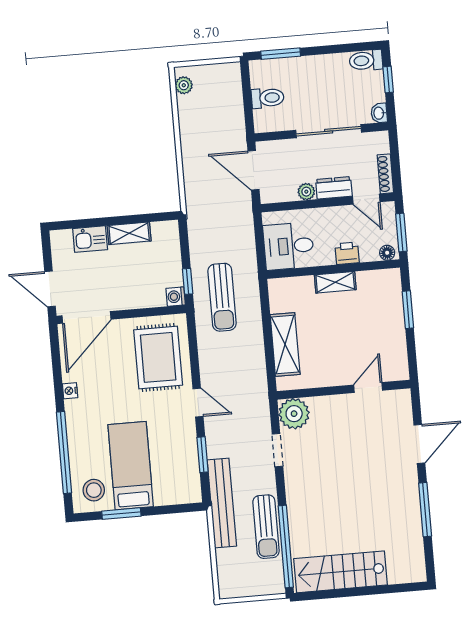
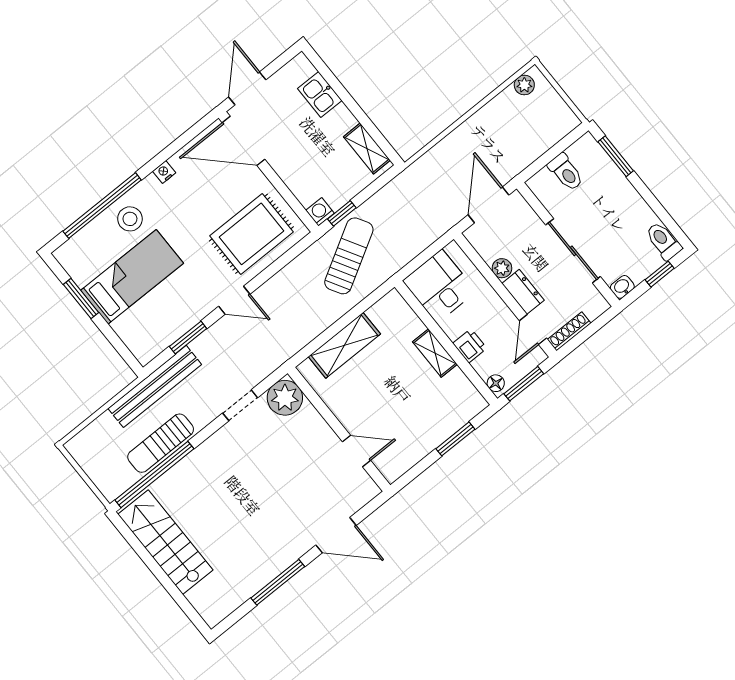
shelving: (129, 233) -> (367, 149), moved
sun lounger: (222, 297) -> (349, 256), turned 150
door: (198, 403) -> (234, 300), hinge flipped
stool: (94, 490) -> (130, 219), moved

